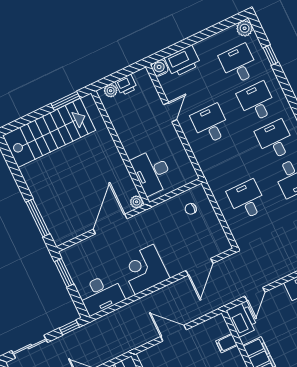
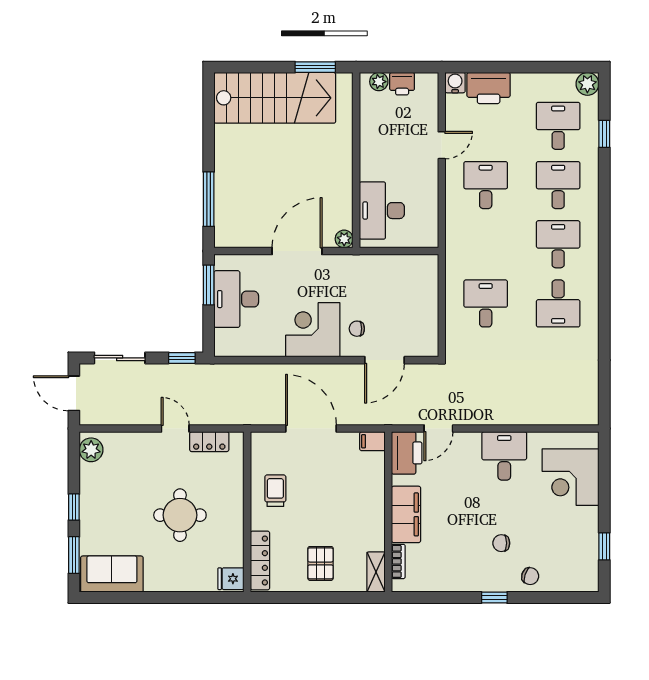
chair: (191, 209) -> (357, 329), moved
desk: (101, 294) -> (236, 299), moved, turned 90
door: (173, 333) -> (311, 429), width x1.36
filing cabinet: (227, 343) -> (372, 441), moved

